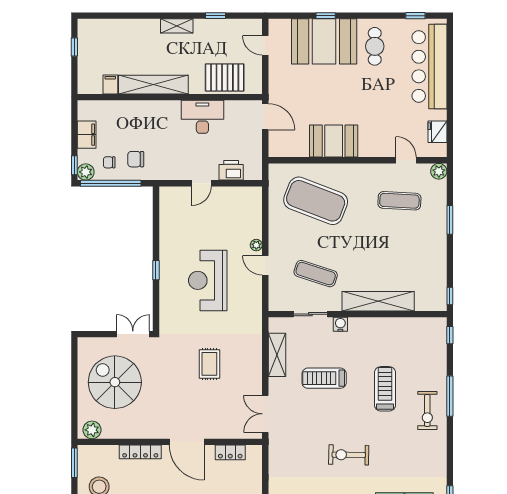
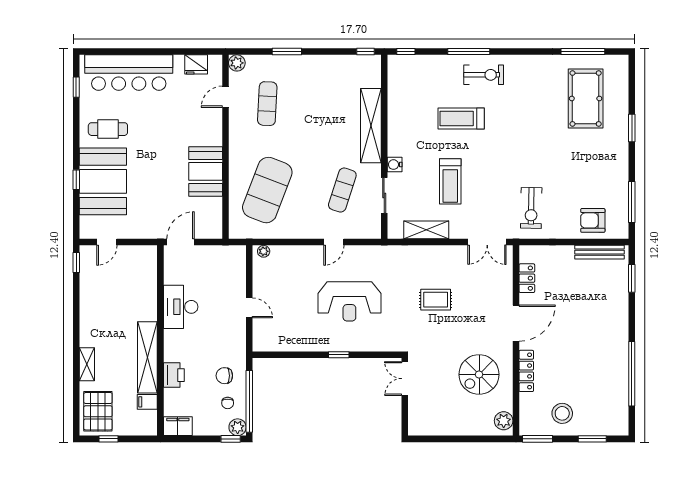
window: (215, 16) -> (76, 262), moved
shelving: (177, 26) -> (87, 364), moved
pallet: (225, 77) -> (98, 411), moved
filing cabinet: (87, 135) -> (178, 426), moved
chair: (136, 159) -> (224, 376), turned 90
printer: (231, 170) -> (174, 375), moved, turned 180
plant: (256, 245) -> (264, 251), moved
spiral stairs: (115, 382) -> (479, 374), moved, width x0.73, depth x0.73
exercise bike: (349, 455) -> (531, 208), moved

